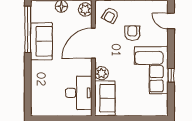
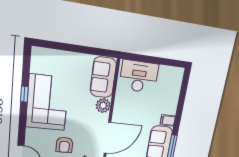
filing cabinet: (38, 66) -> (168, 120), added
desk: (79, 93) -> (139, 77), moved, turned 90

